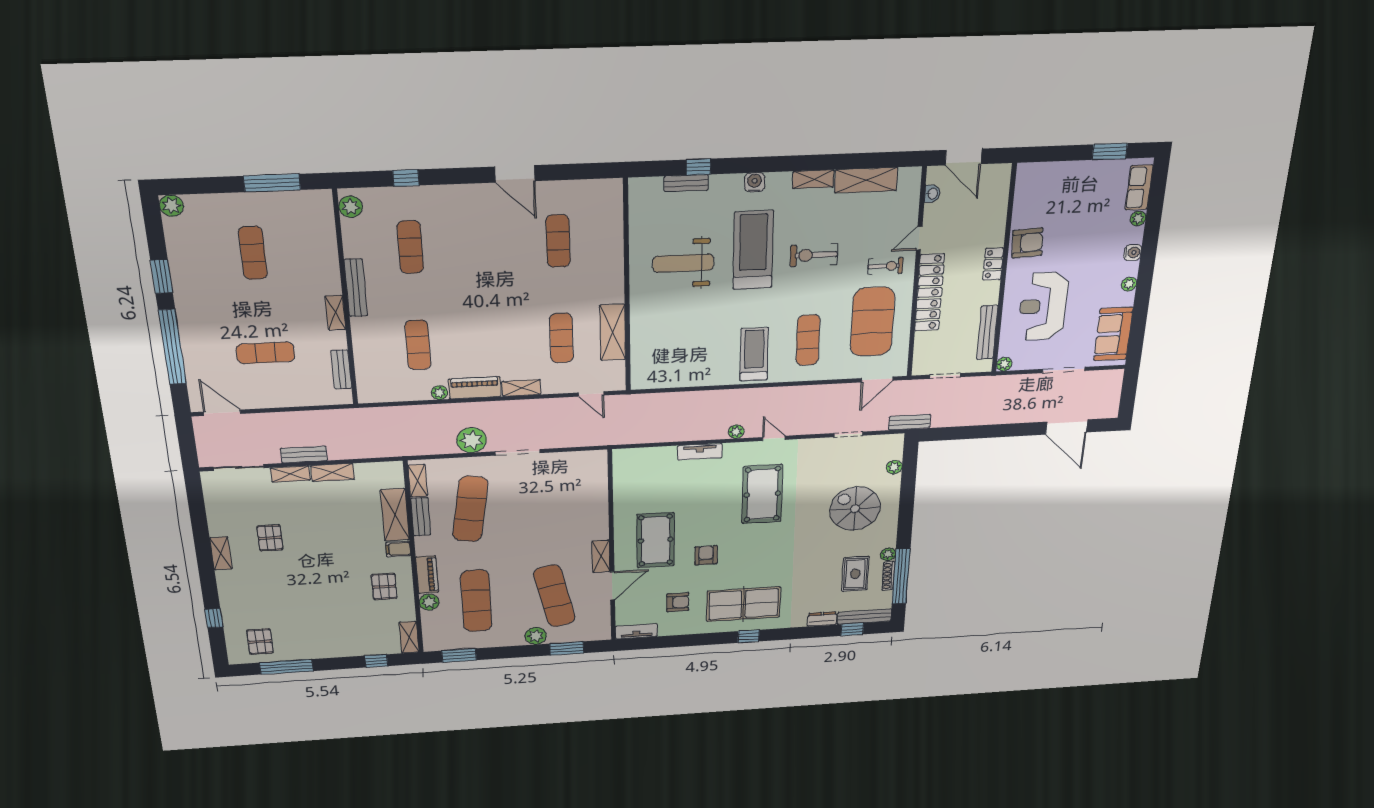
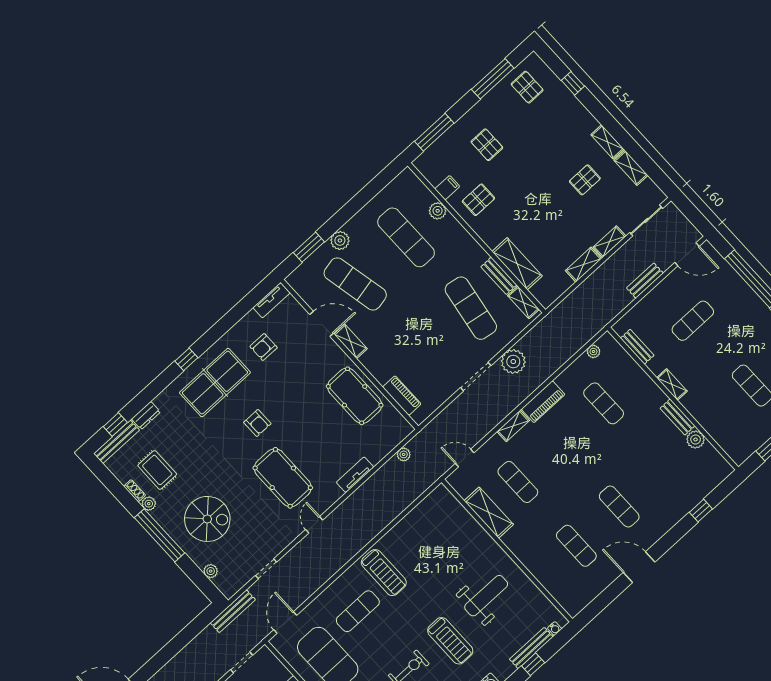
water cooler: (648, 183) -> (555, 629), added
bench: (686, 183) -> (531, 648), width x1.36
plant: (351, 207) -> (696, 439), moved
exercise mat: (410, 247) -> (619, 506), moved
treadmill: (753, 250) -> (450, 641), width x0.73, depth x0.73
bench: (356, 288) -> (678, 417), width x0.73
exercise mat: (808, 340) -> (358, 611), turned 90
plant: (439, 393) -> (593, 352), moved
bench: (910, 422) -> (233, 611), width x1.36
plant: (736, 432) -> (404, 454), moved
door: (774, 438) -> (314, 525), swing flipped
bench: (304, 454) -> (645, 281), moved
pallet: (270, 538) -> (585, 180), turned 90
pool table: (656, 540) -> (355, 396), moved
filing cabinet: (398, 549) -> (447, 188), moved
armchair: (706, 555) -> (257, 423), moved
piano: (427, 575) -> (402, 396), moved, turned 180
shoe rack: (888, 576) -> (135, 491), width x0.70
window: (901, 577) -> (160, 535), moved
door: (612, 586) -> (322, 324), swing flipped
pallet: (384, 587) -> (478, 200), turned 90
pallet: (337, 622) -> (487, 145), added
shelving: (409, 637) -> (631, 168), moved
window: (459, 655) -> (380, 182), removed
window: (376, 661) -> (434, 132), width x2.17

